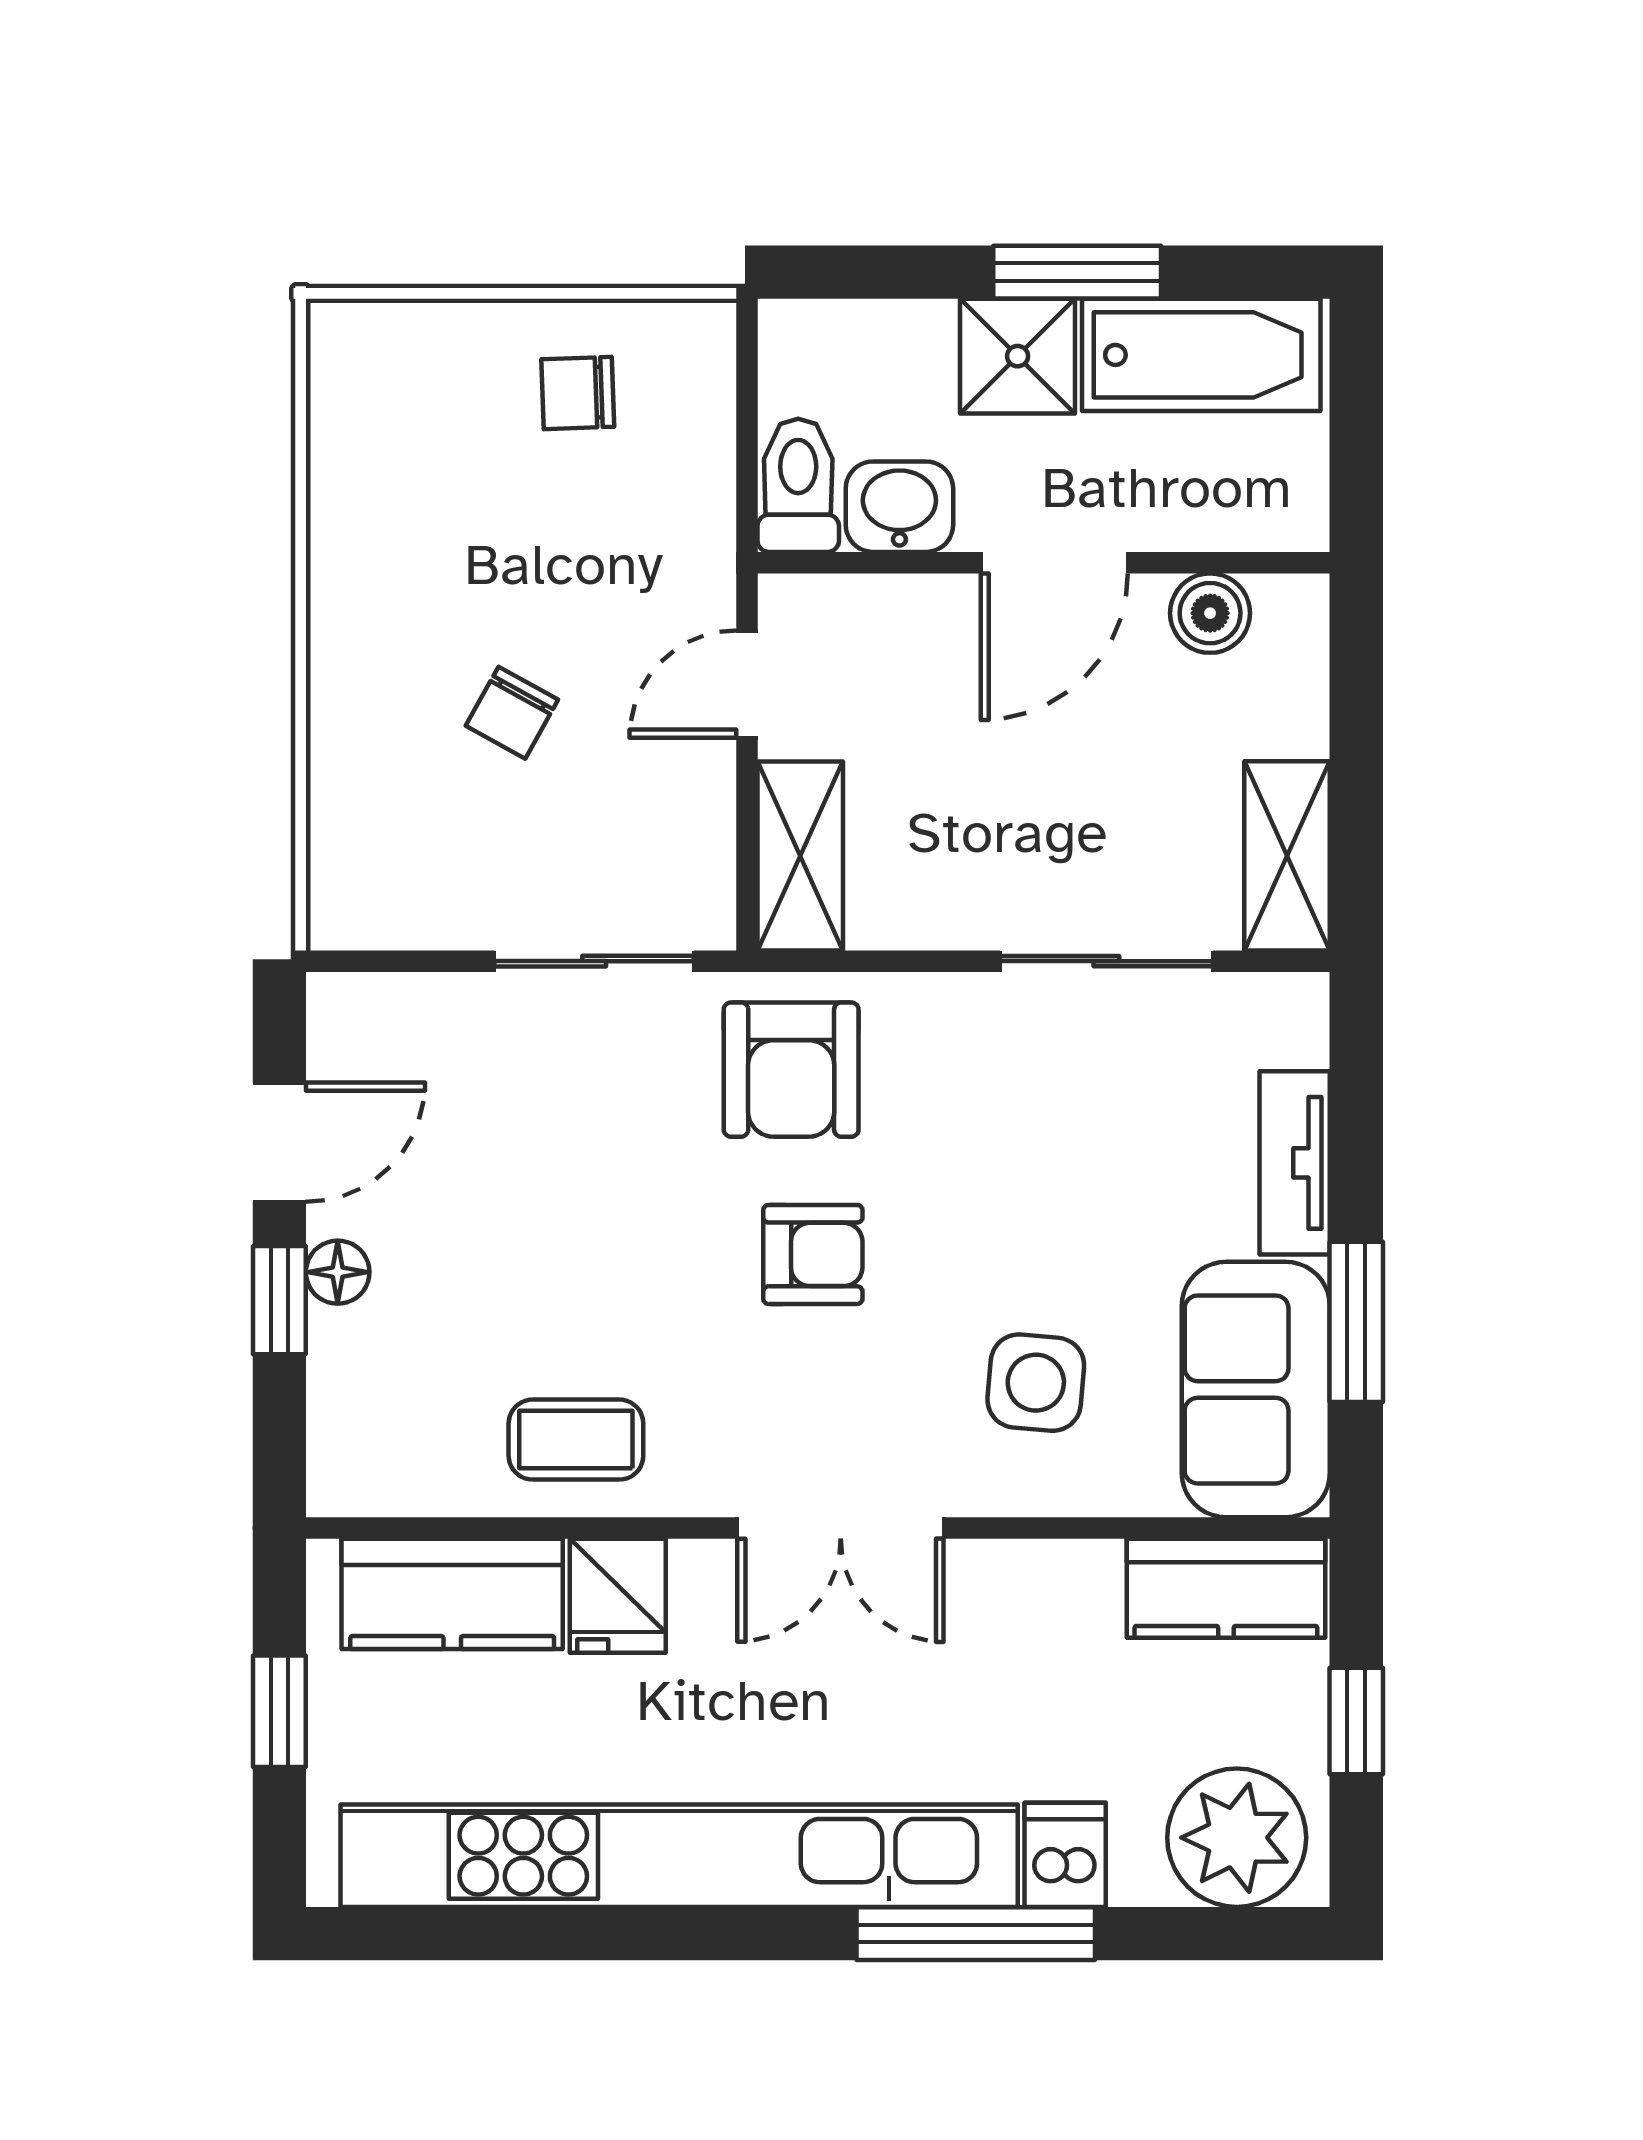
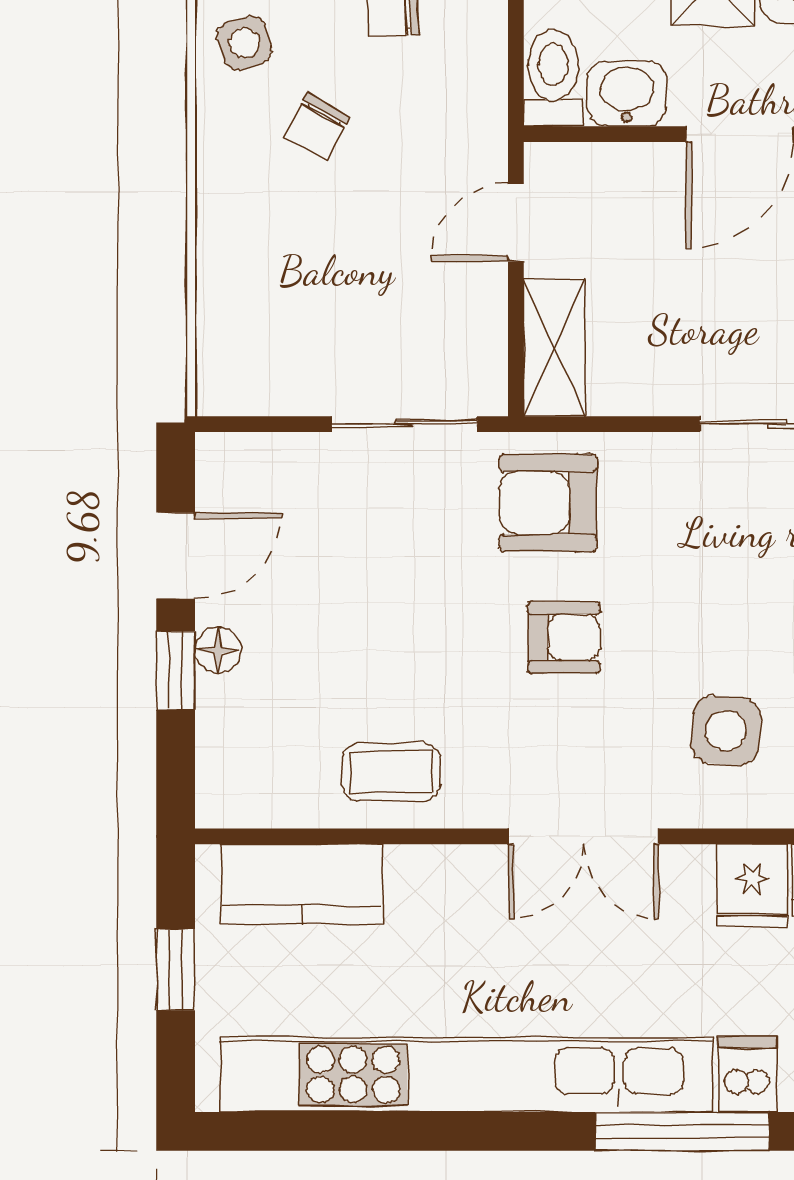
side table: (374, 437) -> (244, 43), added
chair: (512, 713) -> (317, 127), moved
armchair: (791, 1070) -> (548, 503), turned 90
fridge: (618, 1596) -> (752, 886), moved

